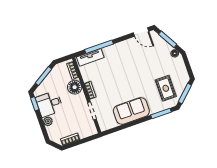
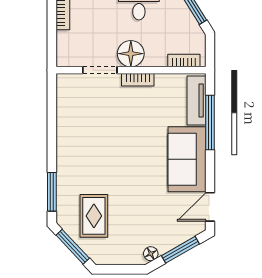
floor lamp: (75, 87) -> (131, 54), moved
rug: (166, 88) -> (94, 216), turned 90
sofa: (131, 111) -> (187, 159), moved, turned 180

